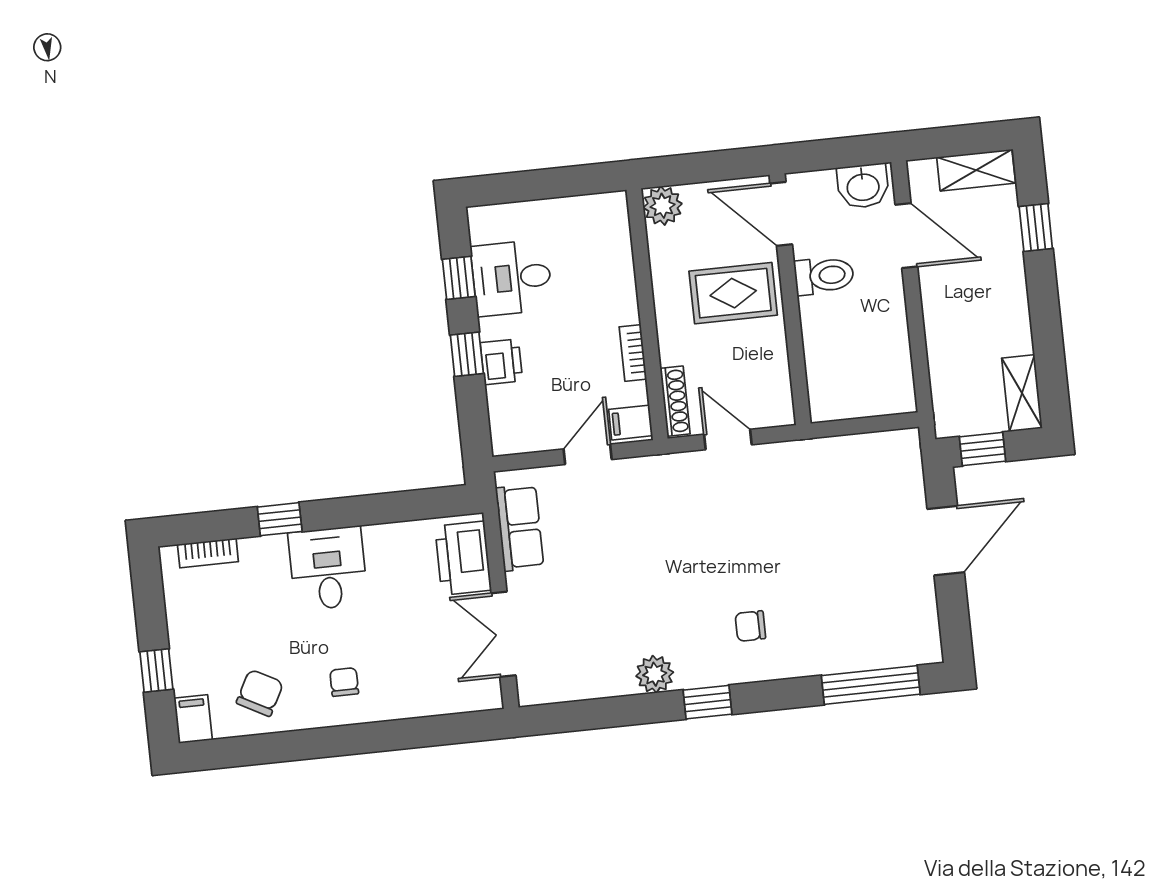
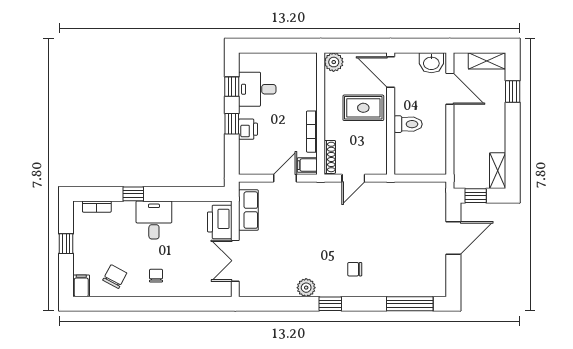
toilet: (824, 276) -> (408, 124), moved
bookcase: (633, 353) -> (312, 132), width x1.56
door: (728, 440) -> (353, 178), swing flipped
window: (156, 671) -> (66, 244), moved

